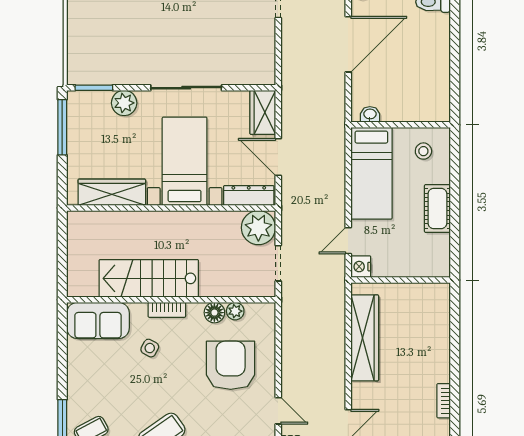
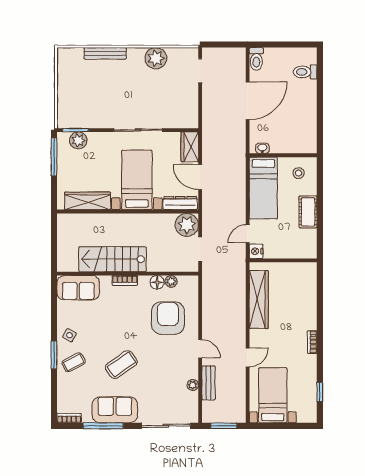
plant: (124, 103) -> (78, 140), moved
side table: (150, 348) -> (70, 335), moved

